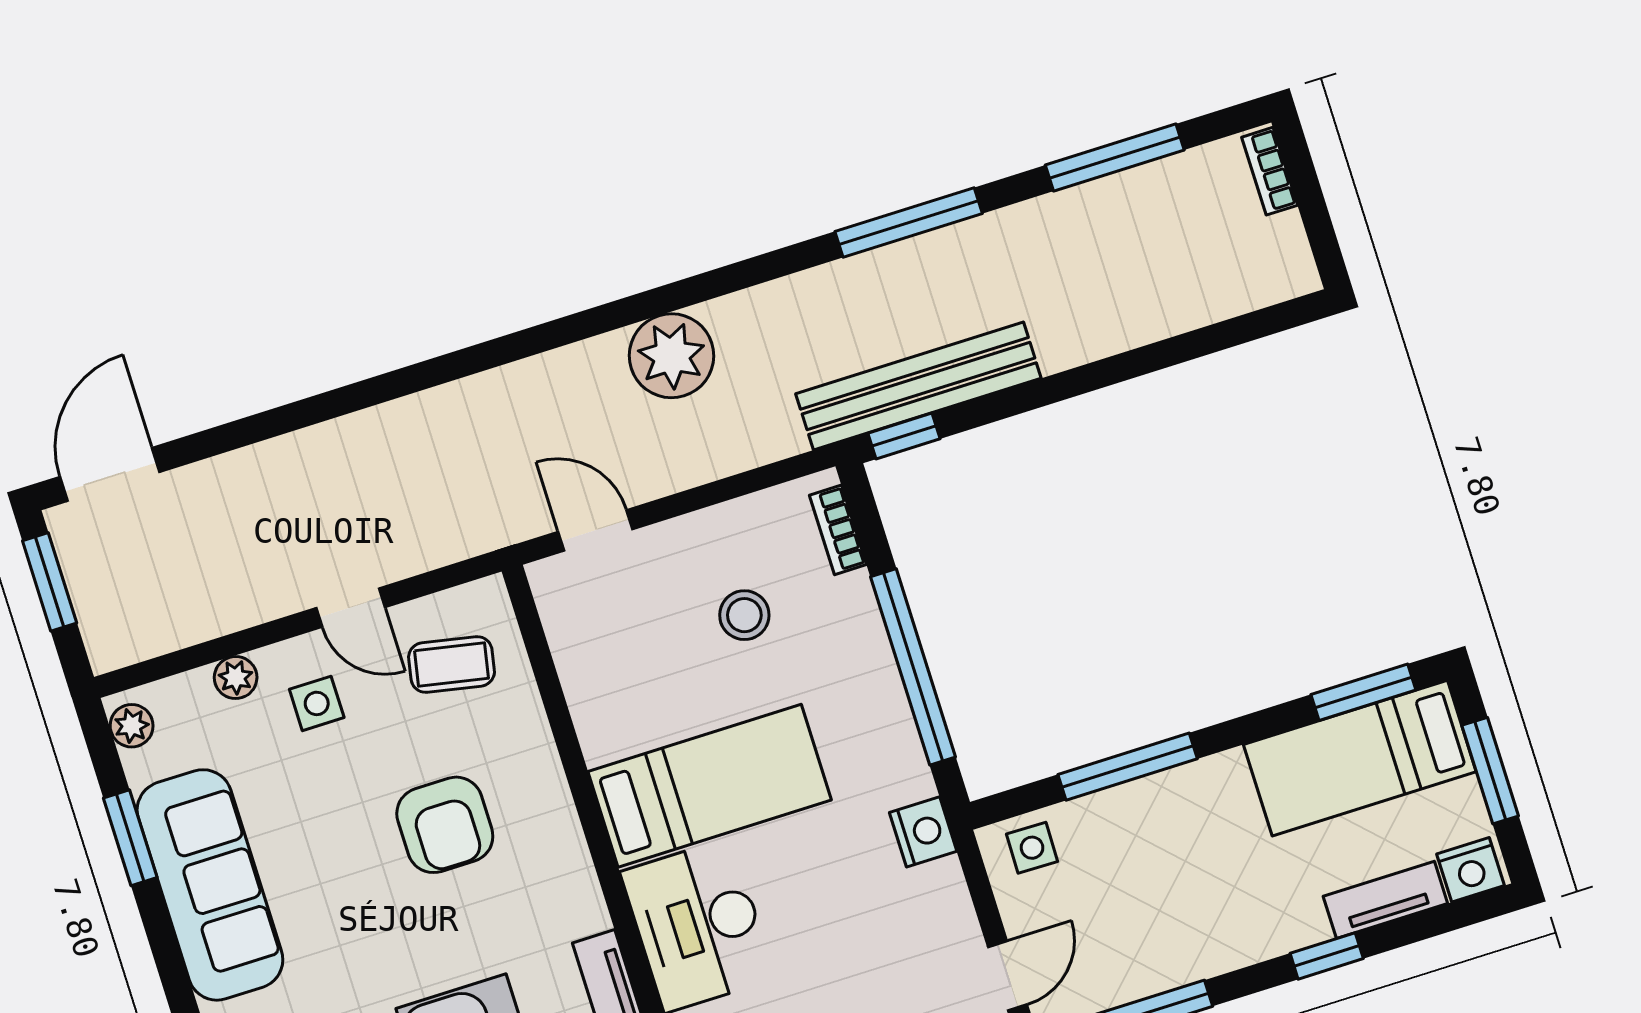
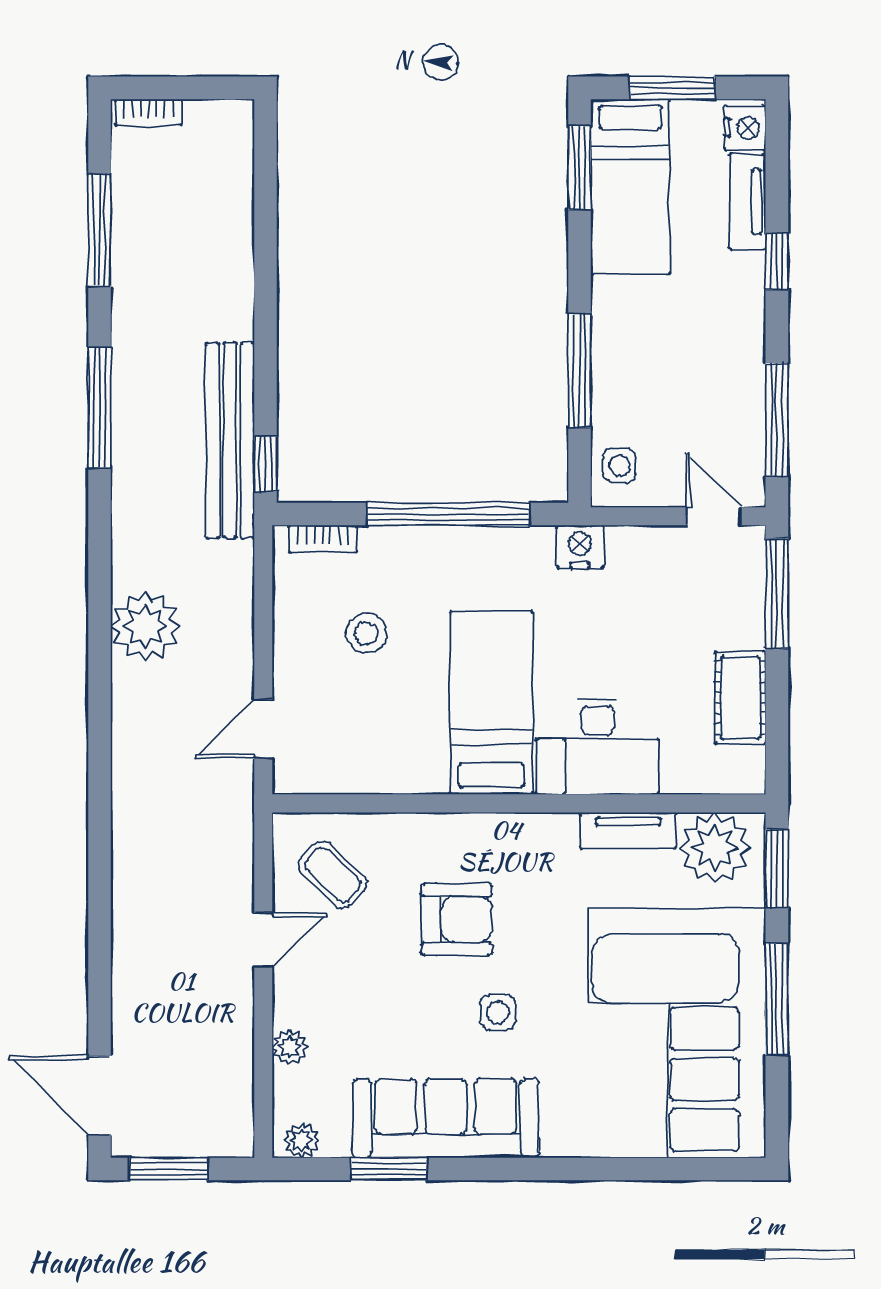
coffee table: (452, 665) -> (333, 875), turned -57
side table: (317, 703) -> (498, 1012), moved

